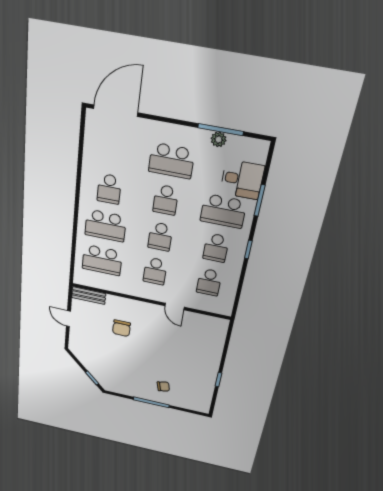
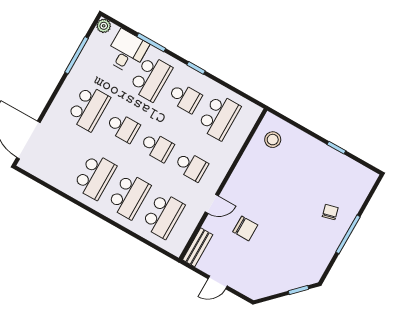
plant: (219, 139) -> (104, 26), moved
school desk: (109, 189) -> (95, 177), width x1.85
school desk: (209, 282) -> (219, 117), width x1.85
door: (175, 306) -> (212, 204), moved
stool: (206, 331) -> (273, 140), added

